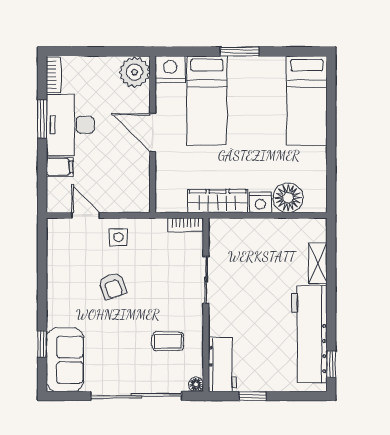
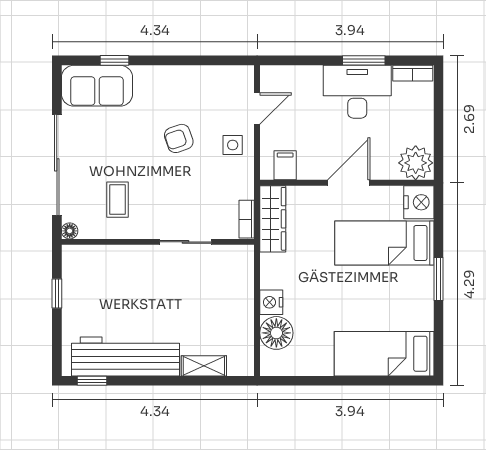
filing cabinet: (60, 167) -> (285, 165), moved, turned 180
wardrobe: (218, 201) -> (273, 219), moved
workbench: (222, 365) -> (92, 260), removed

